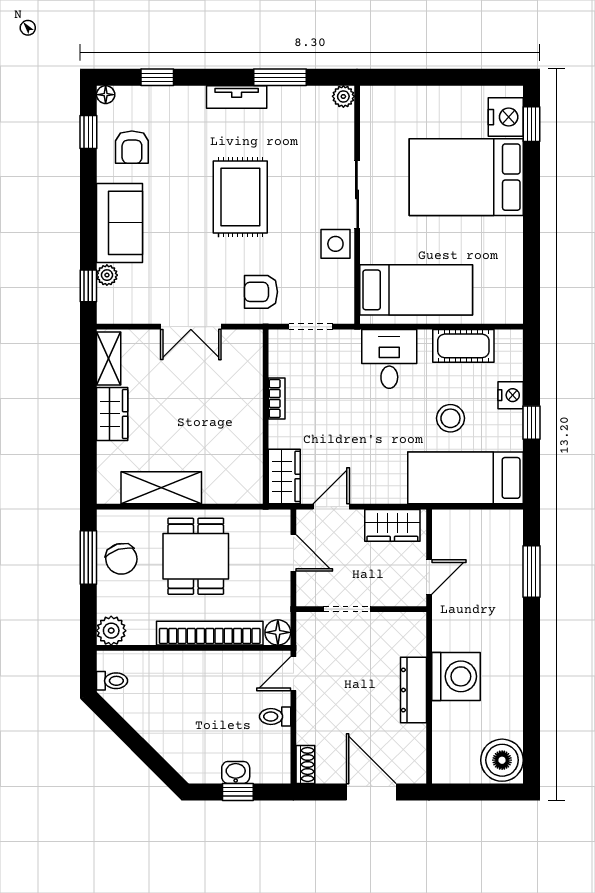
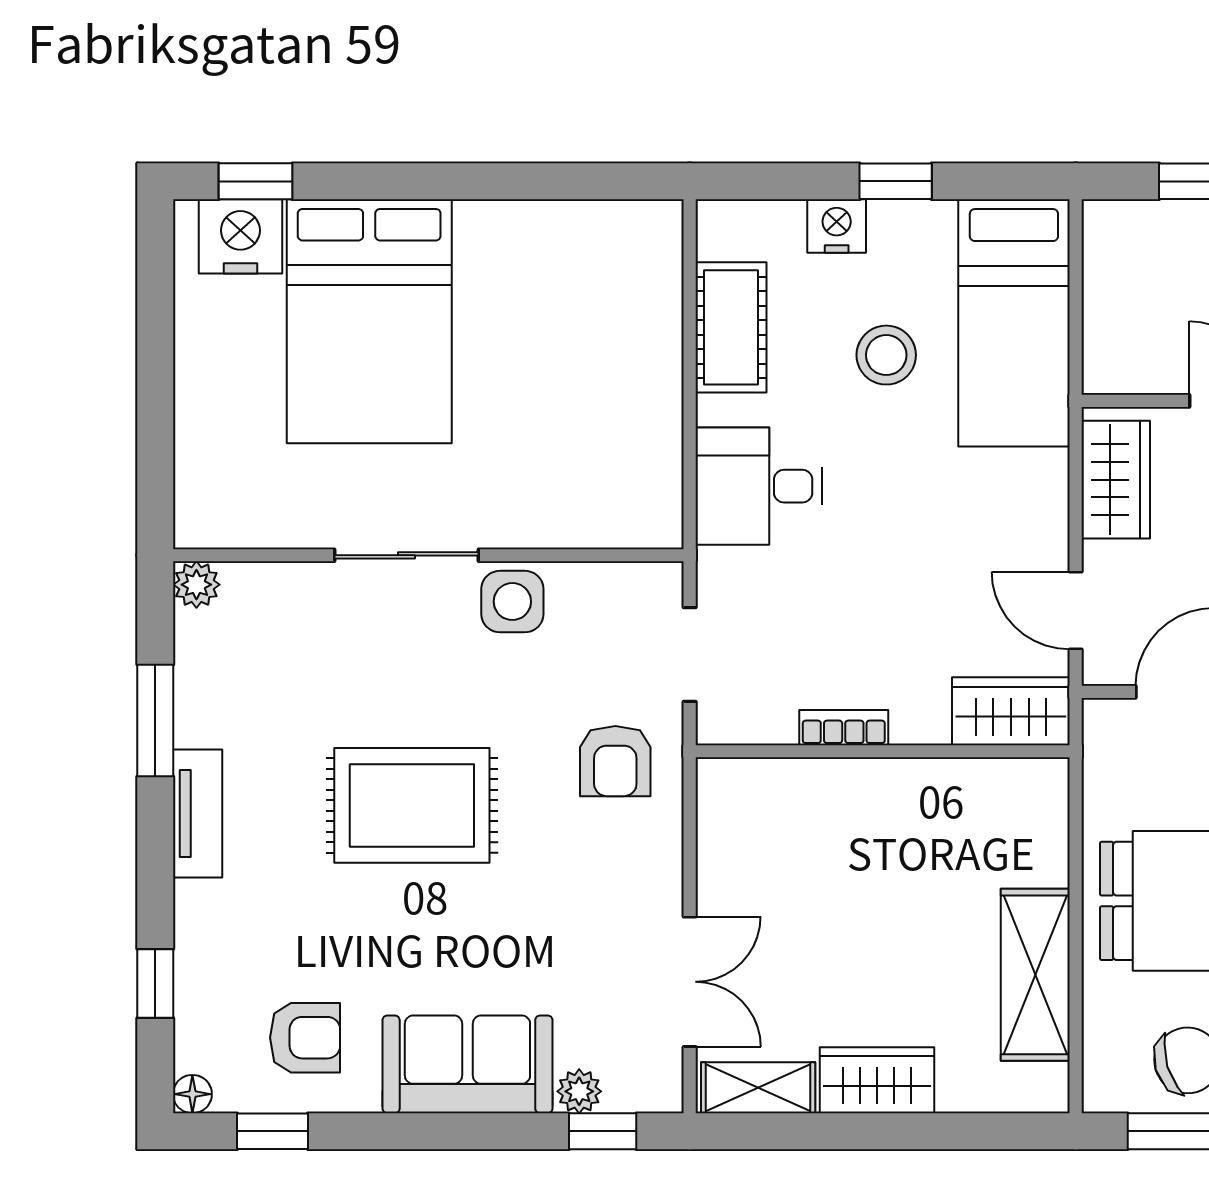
bed: (416, 290) -> (611, 429), removed
double door: (191, 327) -> (690, 982), moved

